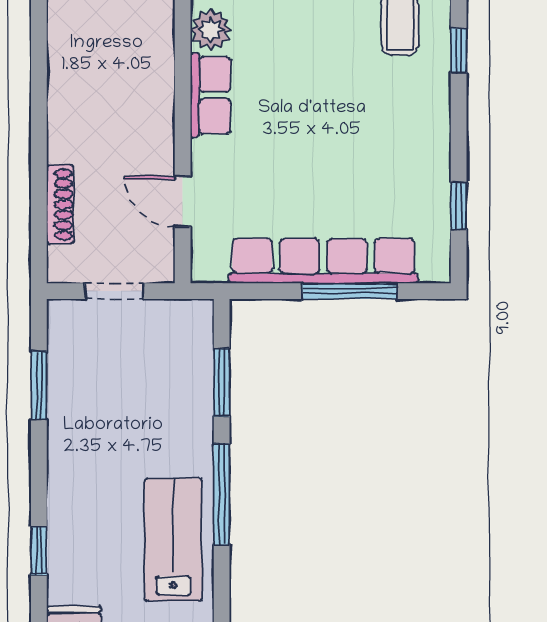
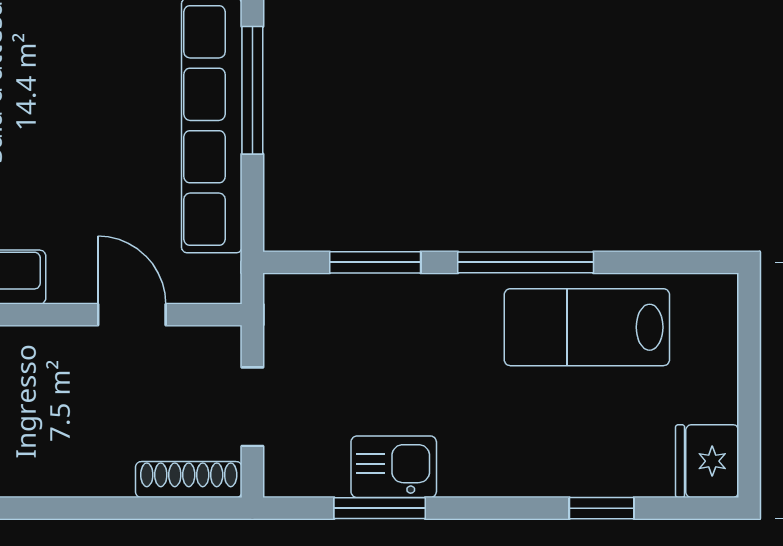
door: (183, 201) -> (132, 315), swing flipped
shoe rack: (60, 204) -> (189, 480), moved
kitchen sink: (70, 396) -> (394, 467), added

